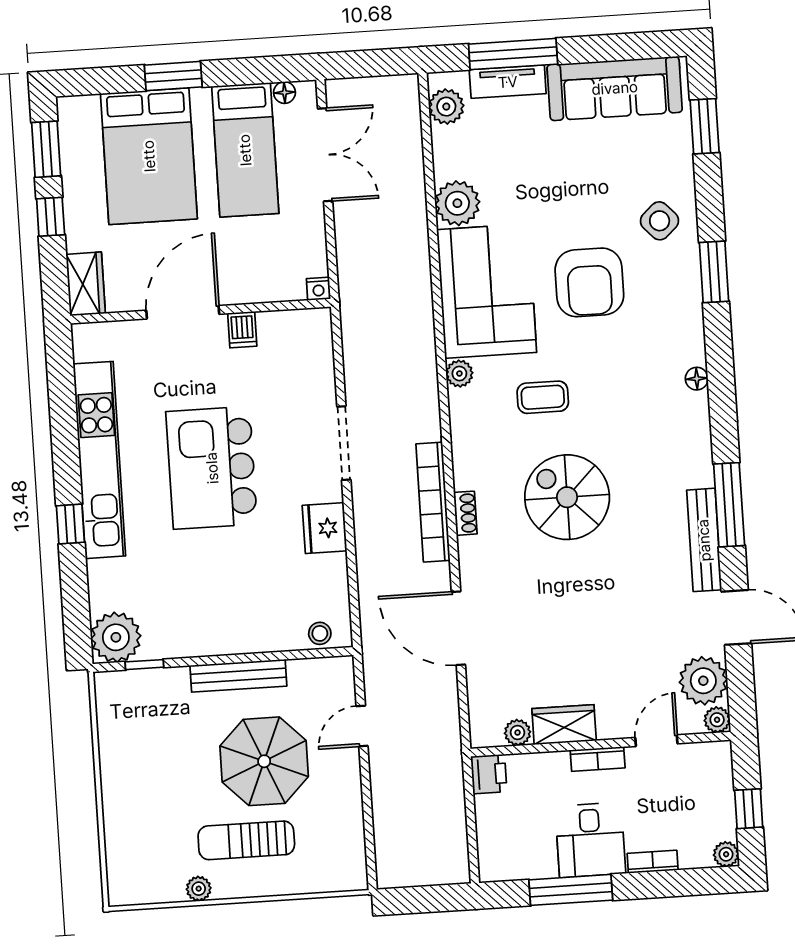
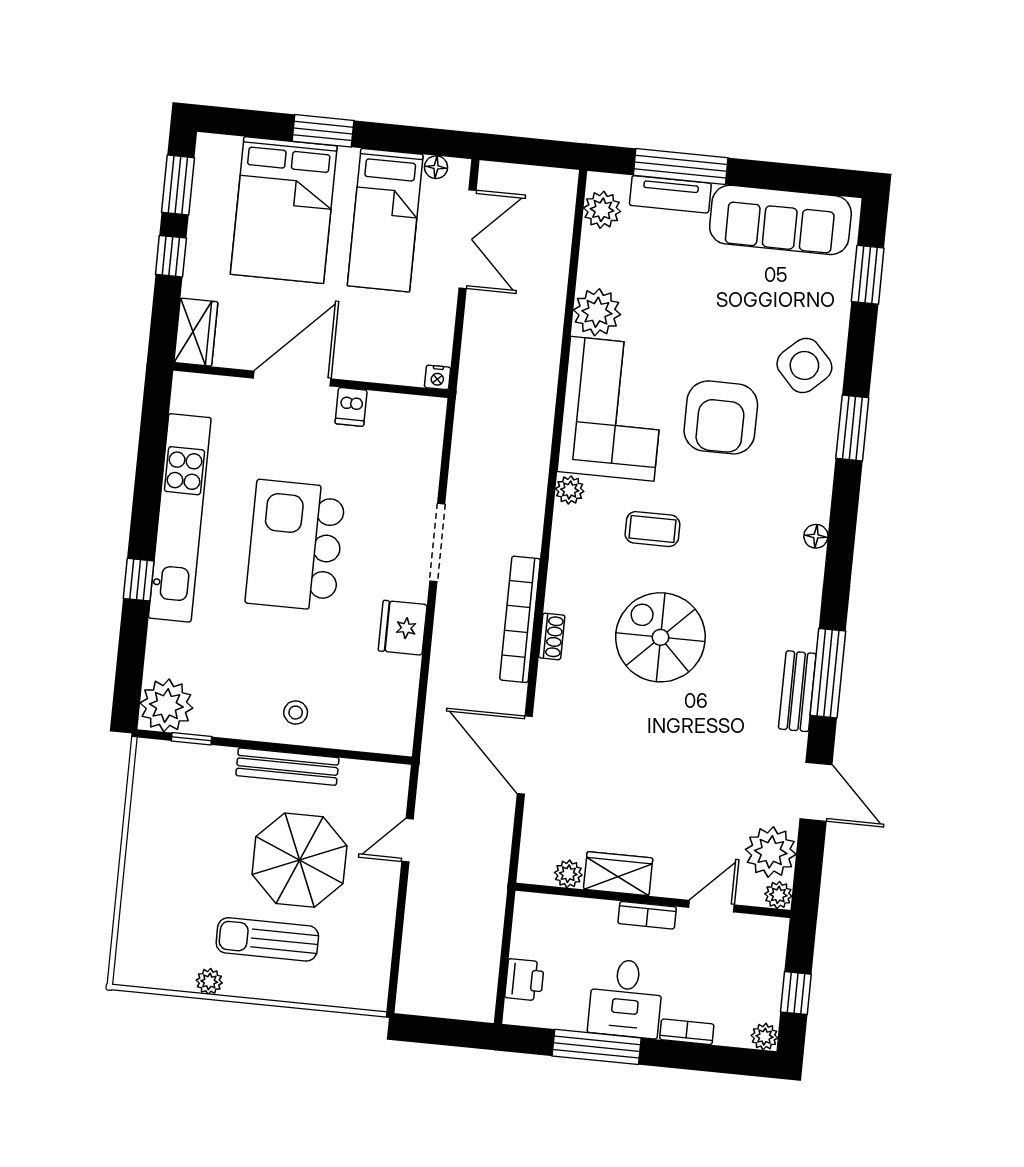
side table: (660, 221) -> (804, 365), width x1.37, depth x1.37
bench: (704, 540) -> (797, 691), width x0.73
stool: (320, 633) -> (296, 713), moved
printer: (489, 774) -> (525, 980), moved

